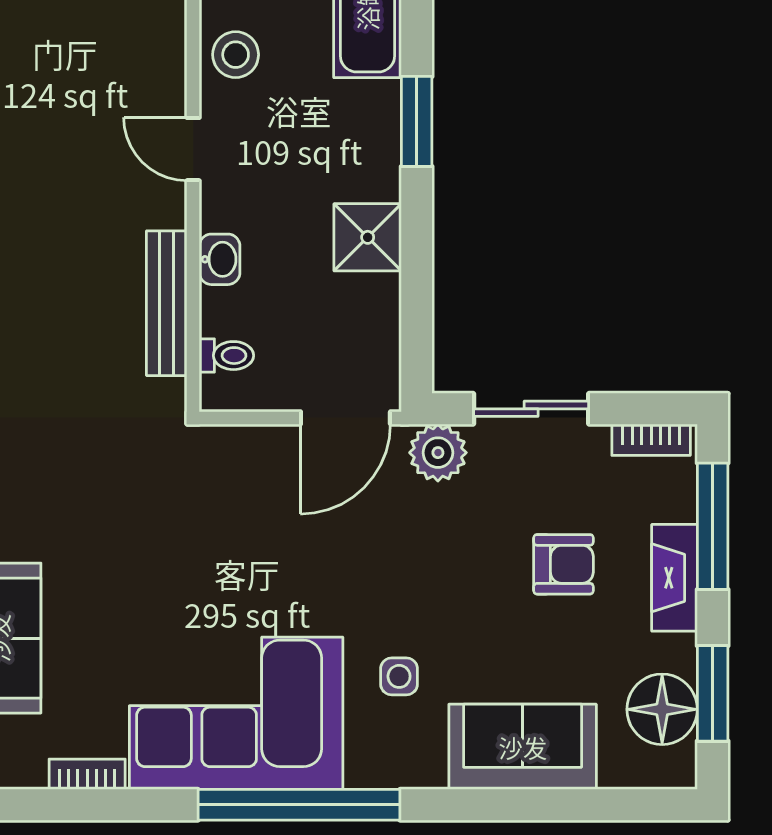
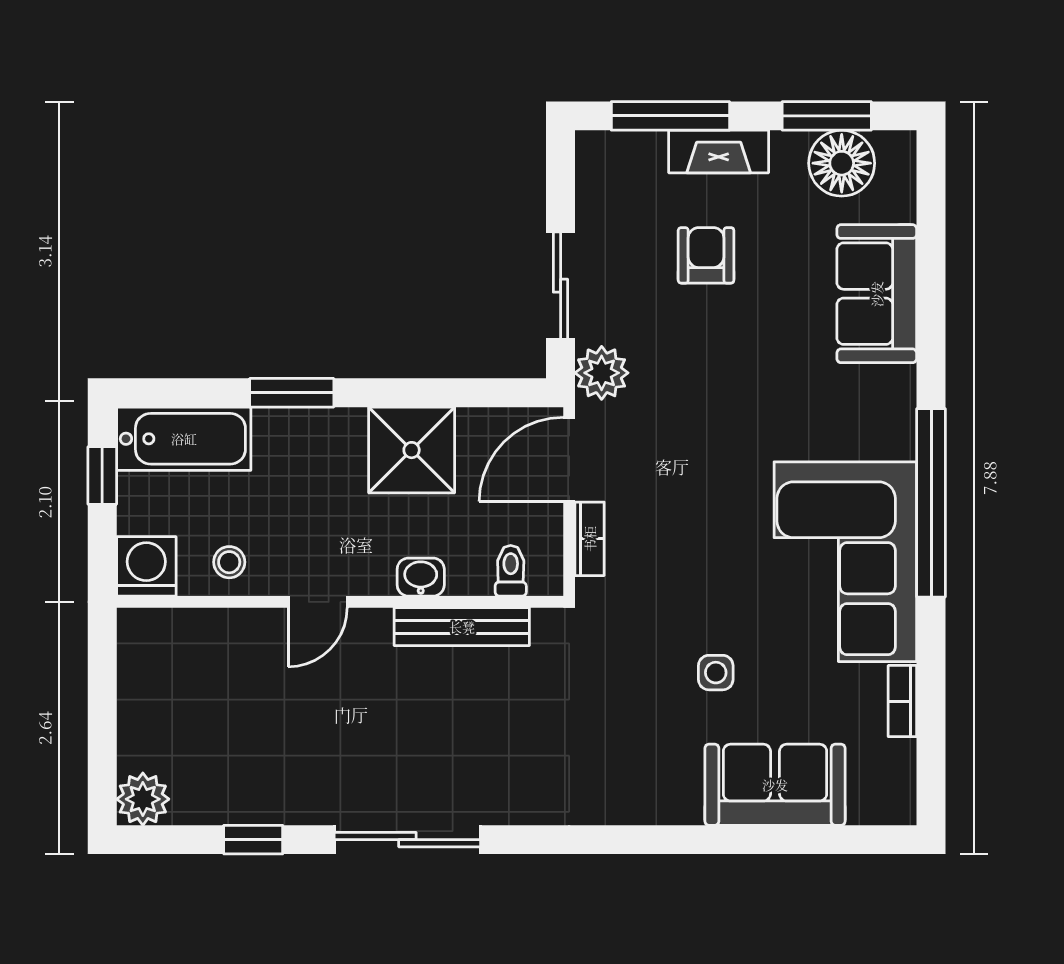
stool: (236, 55) -> (229, 562), width x0.73, depth x0.73
shower: (368, 237) -> (412, 450), width x1.36, depth x1.36
door: (345, 418) -> (569, 459), swing flipped
bookcase: (651, 440) -> (590, 539), moved
side table: (399, 676) -> (716, 673), moved

